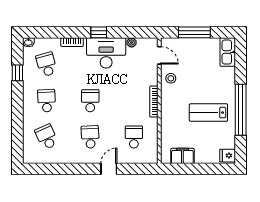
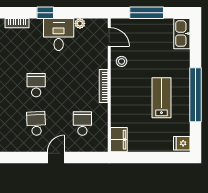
desk: (106, 53) -> (59, 34), width x0.73
lab bench: (208, 113) -> (161, 98), turned 90
filing cabinet: (182, 156) -> (119, 140), moved, turned 90

